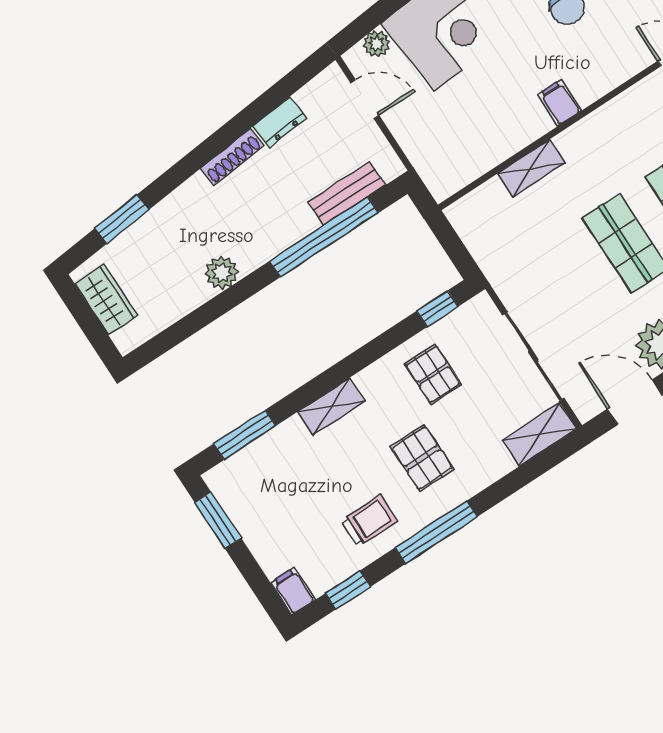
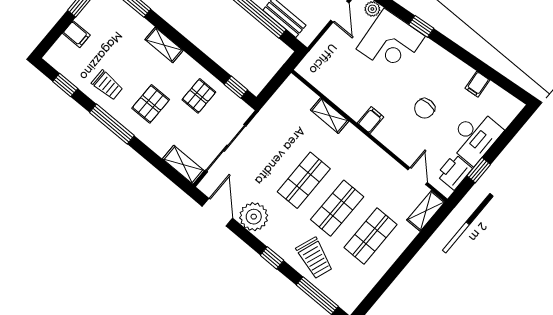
filing cabinet: (293, 591) -> (76, 34), moved, turned 90

